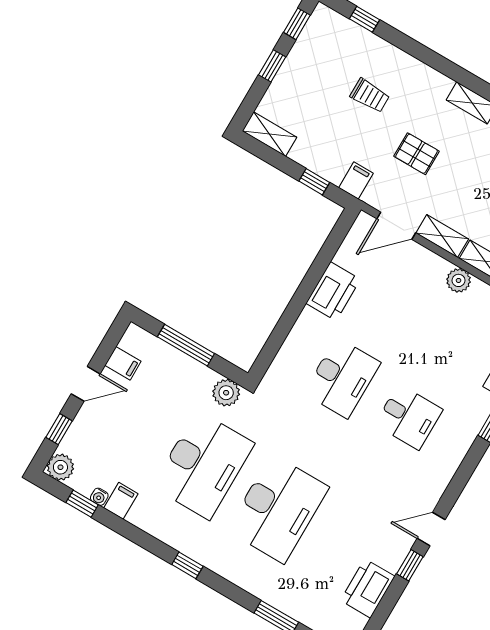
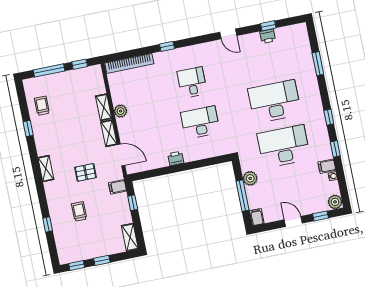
window: (365, 19) -> (48, 225), moved
pallet: (417, 154) -> (86, 172), turned 90
printer: (333, 291) -> (176, 158), width x0.53, depth x0.68
filing cabinet: (123, 363) -> (257, 217), moved
plant: (226, 393) -> (250, 178), moved
window: (82, 504) -> (335, 149), moved
window: (410, 565) -> (268, 26), moved
printer: (368, 588) -> (268, 36), width x0.53, depth x0.68

